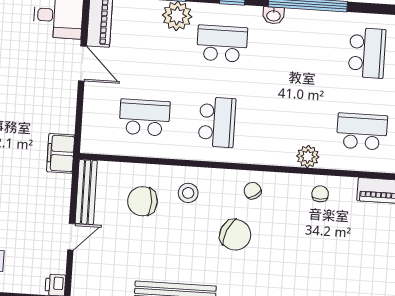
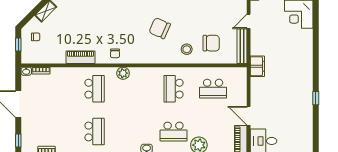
school desk: (367, 53) -> (95, 132), turned 180
school desk: (362, 132) -> (95, 89), turned -90
chair: (253, 191) -> (152, 53), removed

